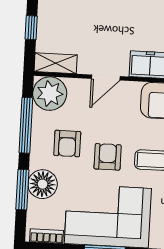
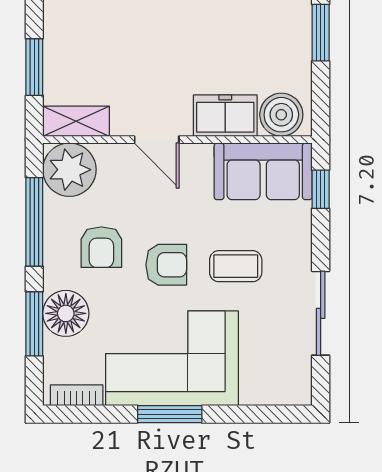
window: (31, 28) -> (34, 67), width x1.50
door: (106, 78) -> (157, 140), hinge flipped
armchair: (108, 157) -> (166, 265), turned 90

